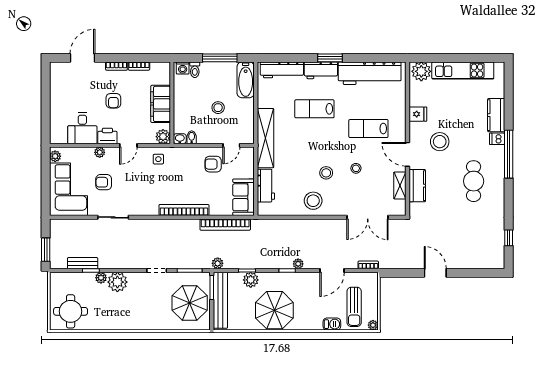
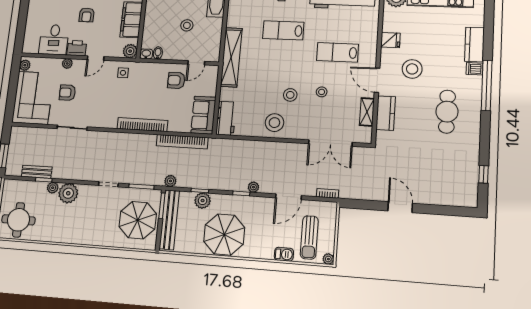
workbench: (266, 186) -> (226, 118), moved

